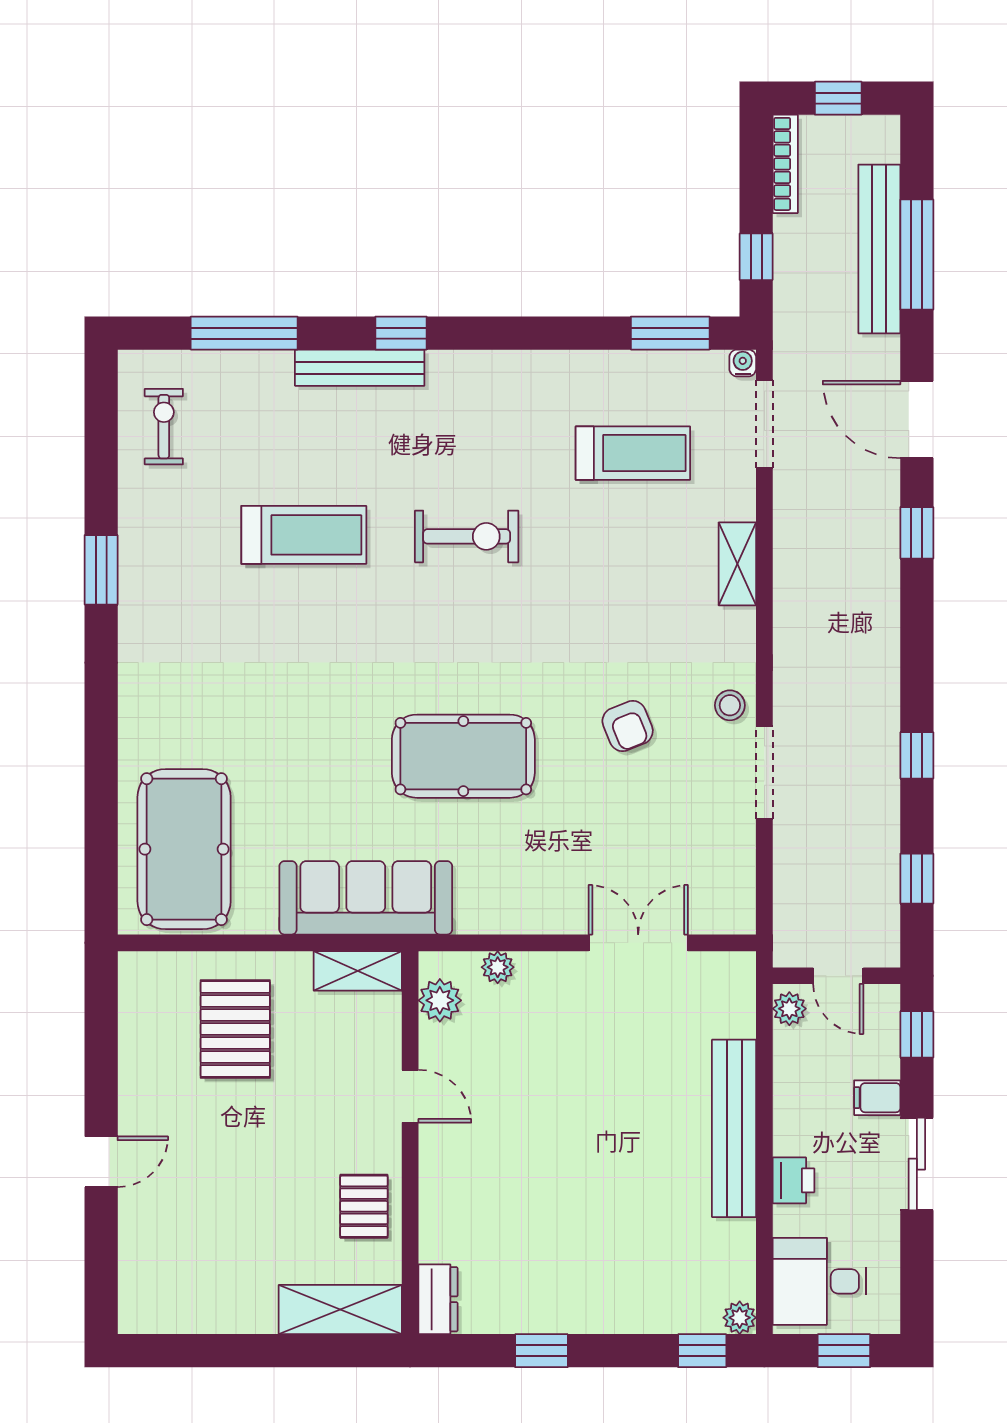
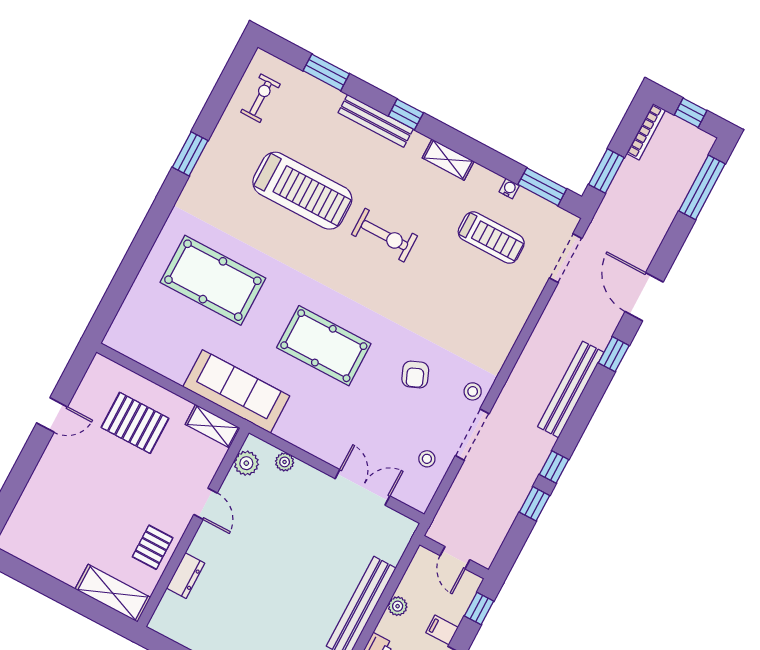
bench: (879, 249) -> (571, 389), moved
window: (917, 255) -> (702, 187), moved
window: (756, 257) -> (606, 171), width x1.50
window: (244, 333) -> (326, 72), width x0.69
water cooler: (743, 363) -> (509, 189), moved
treadmill: (304, 535) -> (302, 191), width x1.37, depth x1.38
shelving: (737, 564) -> (448, 160), moved, turned 90
stool: (714, 846) -> (427, 459), added
pool table: (184, 849) -> (213, 280), moved, turned 90
window: (917, 879) -> (535, 504), moved
plant: (789, 1009) -> (398, 606), moved
pallet: (235, 1029) -> (135, 423), turned 90
door: (101, 1162) -> (52, 415), moved
dresser: (438, 1299) -> (186, 576), moved

